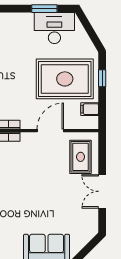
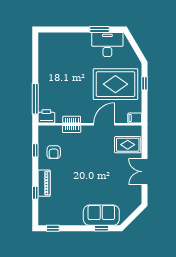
filing cabinet: (90, 109) -> (135, 118), moved
rug: (81, 157) -> (128, 145), turned 90

